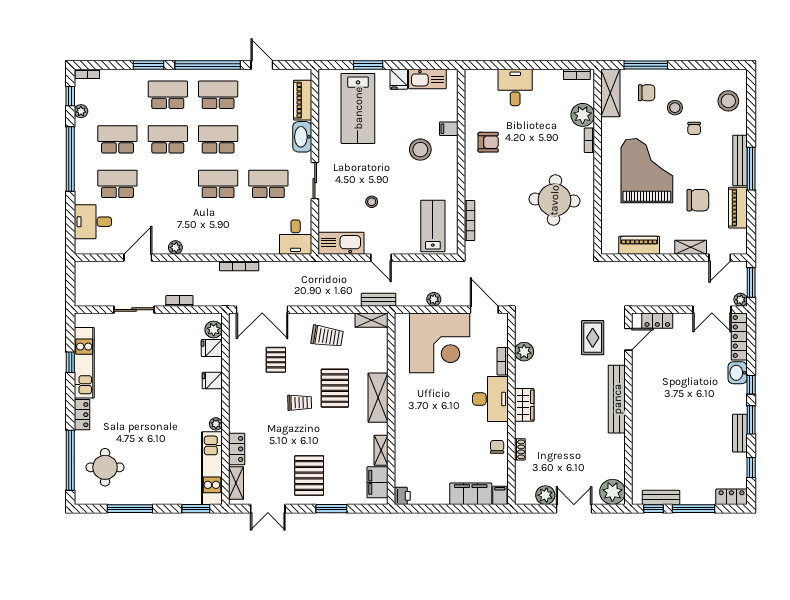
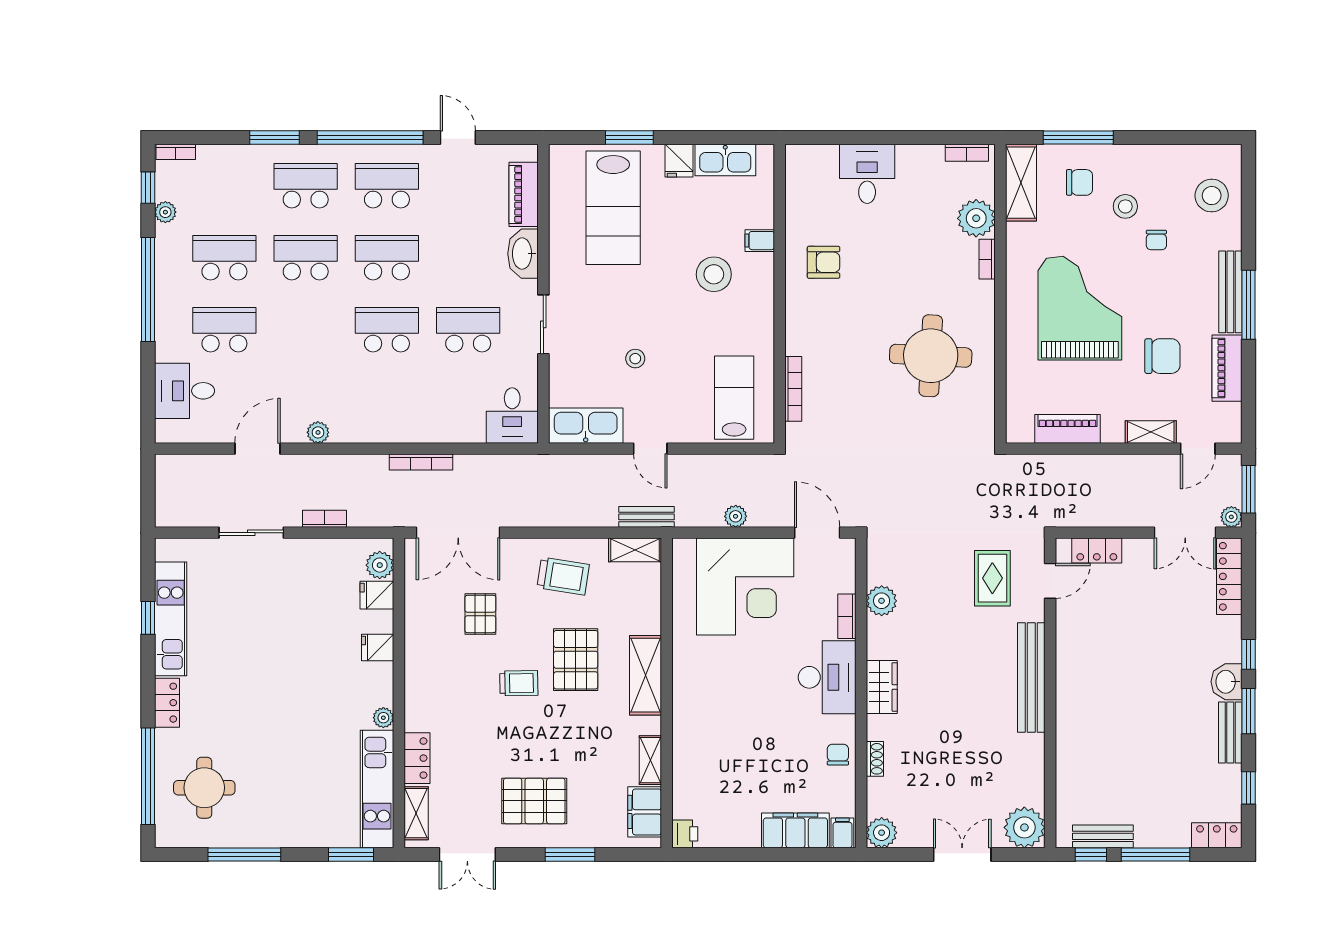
washbasin: (738, 373) -> (1227, 682), moved
pallet: (309, 475) -> (534, 801), turned 90
plant: (545, 495) -> (882, 833), moved

